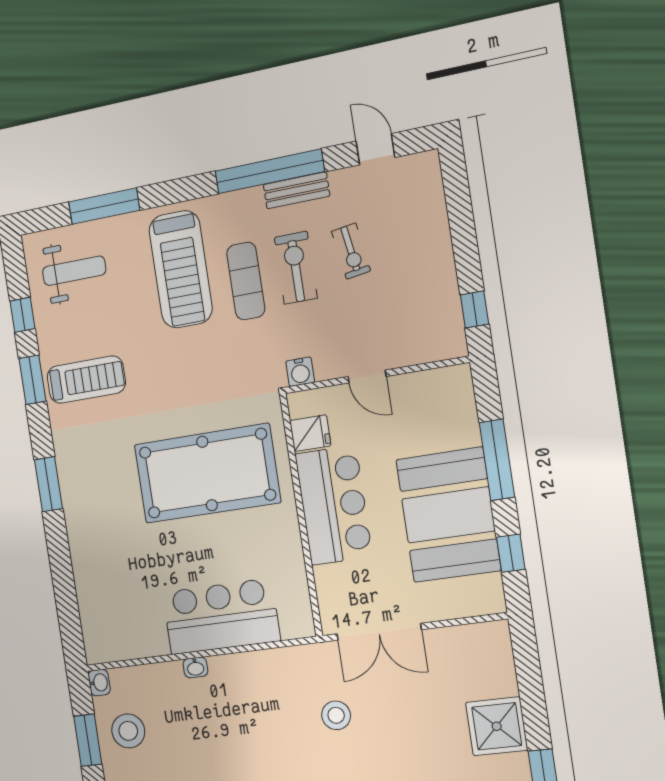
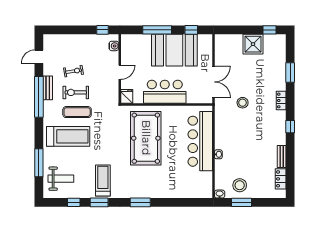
weight bench: (74, 271) -> (61, 179), turned 90
water cooler: (300, 372) -> (114, 46), moved
fridge: (310, 433) -> (127, 96), moved
bar counter: (221, 617) -> (200, 141), width x1.36

